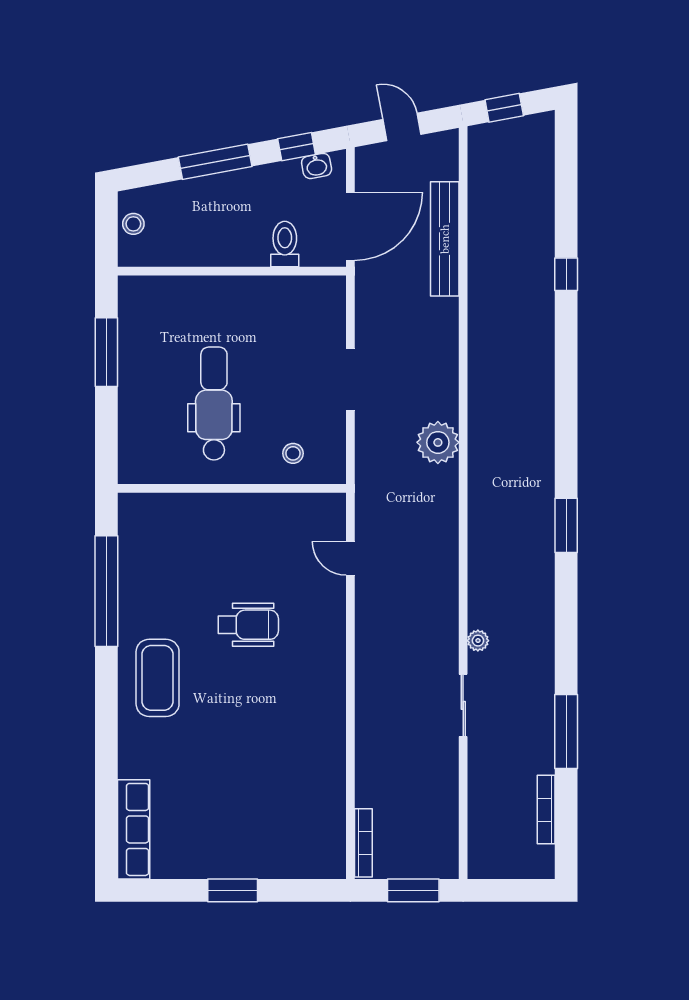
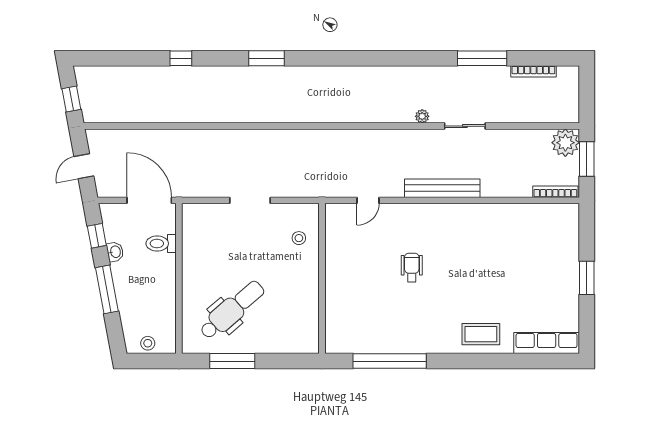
washbasin: (317, 166) -> (115, 252), moved
bench: (445, 239) -> (442, 188), moved
dental chair: (214, 404) -> (232, 310), moved, turned 139
plant: (438, 442) -> (565, 143), moved
window: (566, 525) -> (266, 58), moved
wheelchair: (248, 625) -> (412, 268), width x0.73, depth x0.73
coffee table: (158, 678) -> (481, 334), moved, width x0.73, depth x0.76

